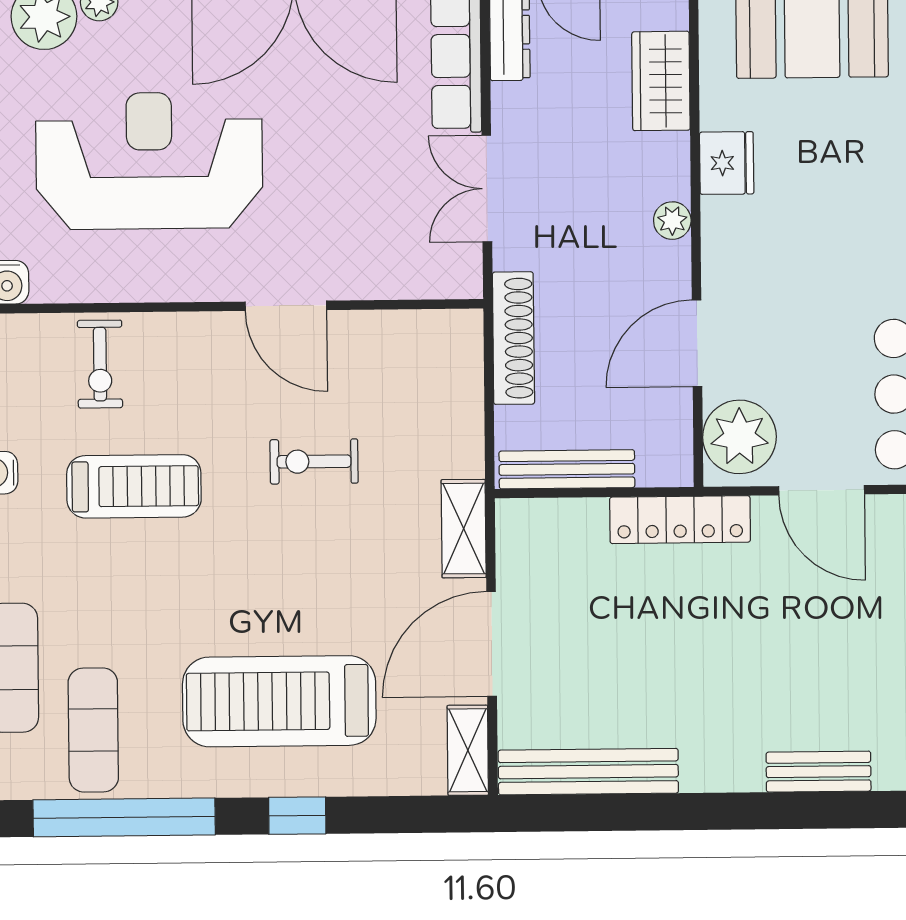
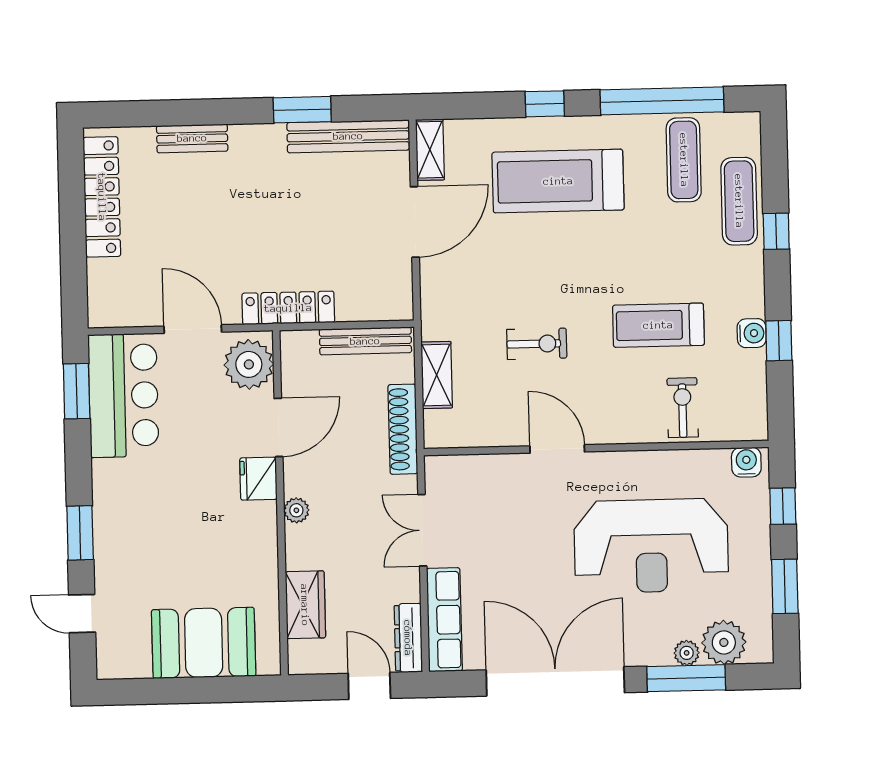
fridge: (727, 163) -> (258, 479), moved
double door: (487, 189) -> (422, 530), swing flipped
shelving: (464, 529) -> (437, 375), moved
treadmill: (279, 701) -> (558, 181), turned 180
window: (655, 812) -> (302, 110), added

